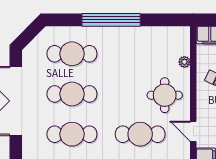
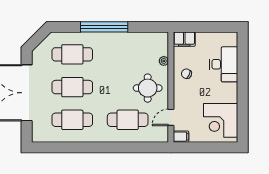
door: (193, 131) -> (171, 117), hinge flipped

